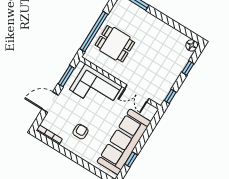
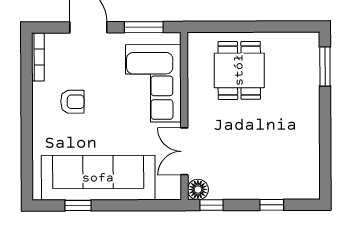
window: (94, 32) -> (238, 27), removed
floor lamp: (192, 45) -> (198, 190), moved

